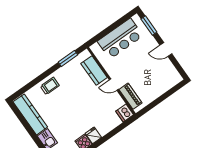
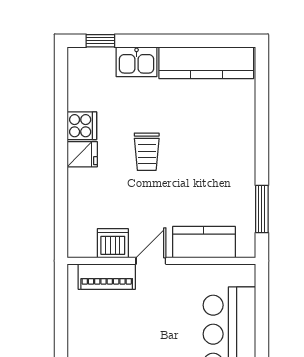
trolley: (50, 86) -> (147, 152), moved
dishwasher: (125, 113) -> (113, 243), moved

